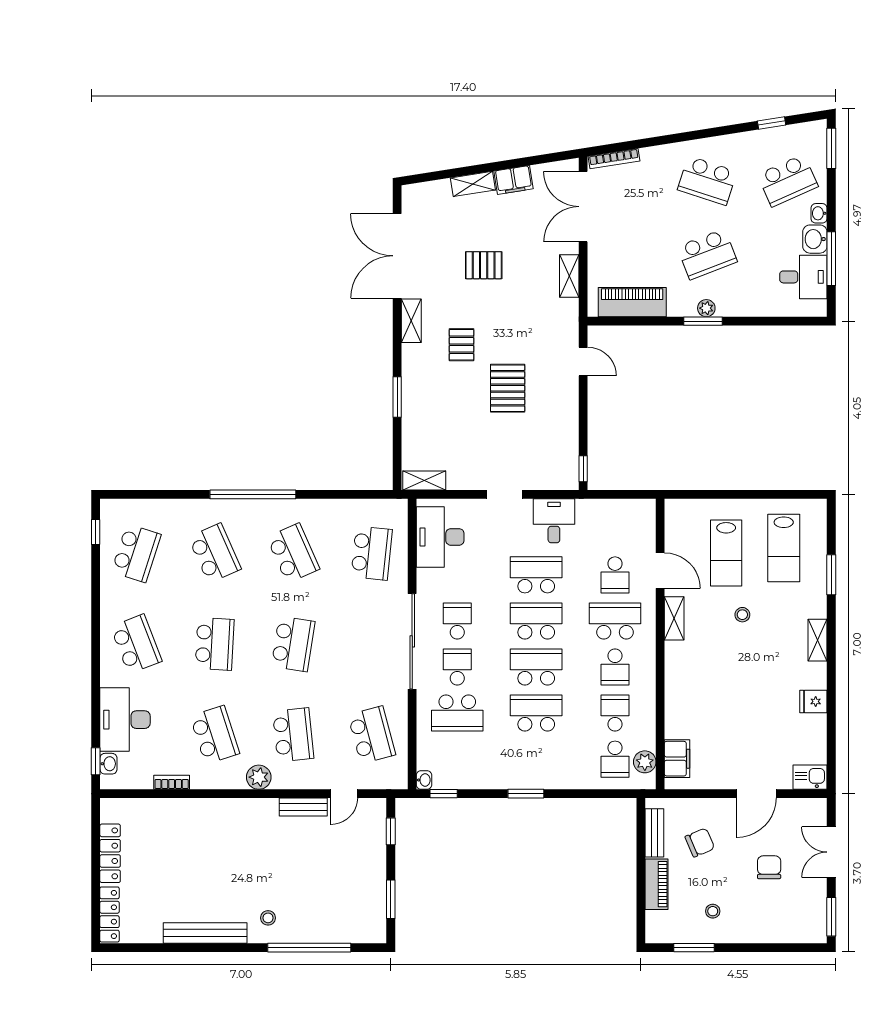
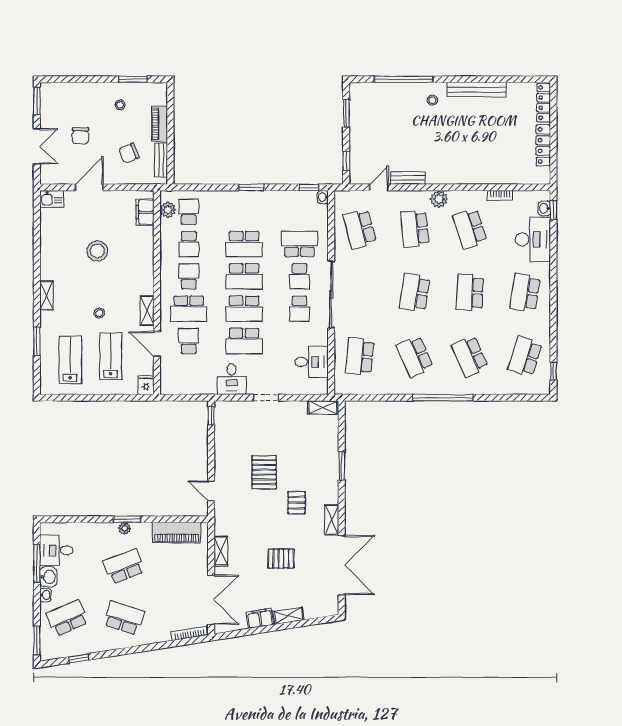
desk: (440, 537) -> (311, 362), width x0.73
school desk: (136, 644) -> (525, 293), turned 30
fridge: (813, 701) -> (146, 385), moved, turned -90
stool: (745, 703) -> (97, 251), added

